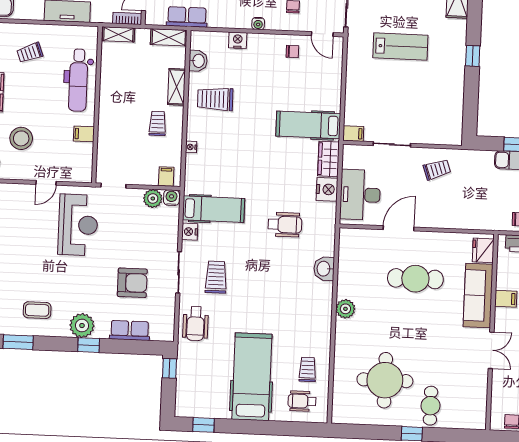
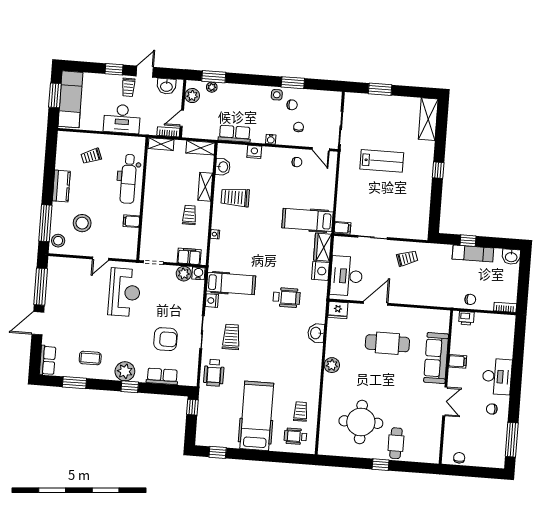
row of seats: (187, 17) -> (235, 134), moved
filing cabinet: (166, 176) -> (189, 256), width x2.00
fridge: (483, 250) -> (338, 310), moved, turned -90

